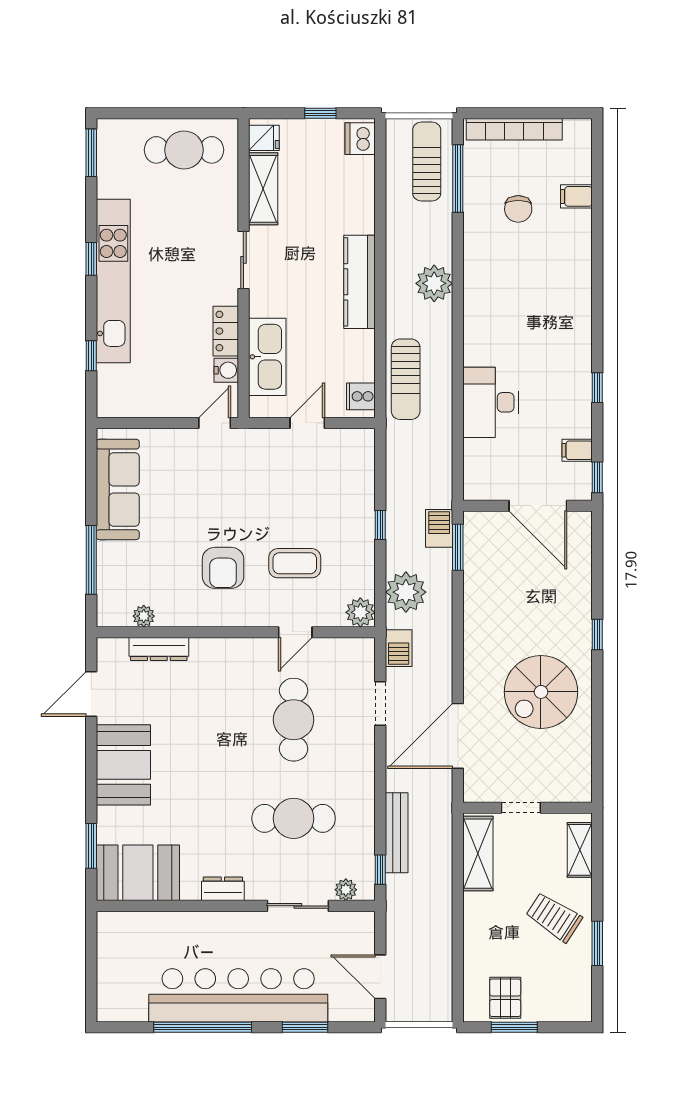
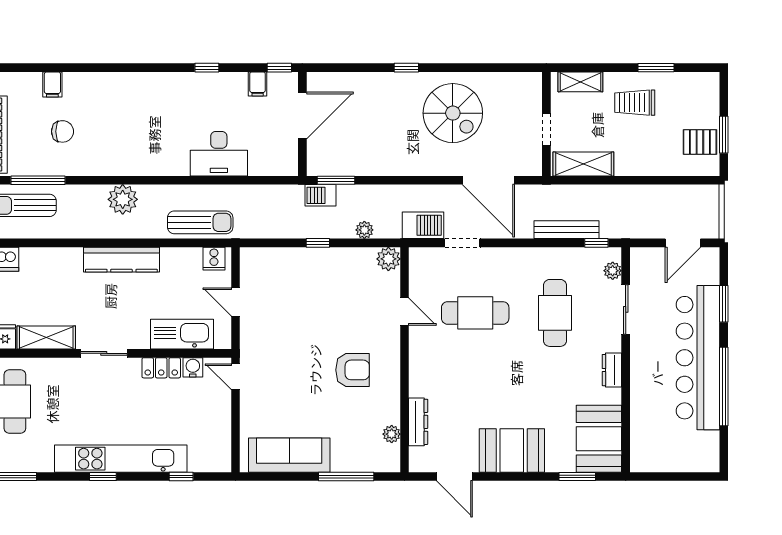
coffee table: (295, 563) -> (349, 312), removed
plant: (406, 592) -> (364, 230), width x0.53, depth x0.53
barbecue: (399, 648) -> (423, 225), width x1.38, depth x1.27
trolley: (554, 917) -> (635, 103), turned 57

